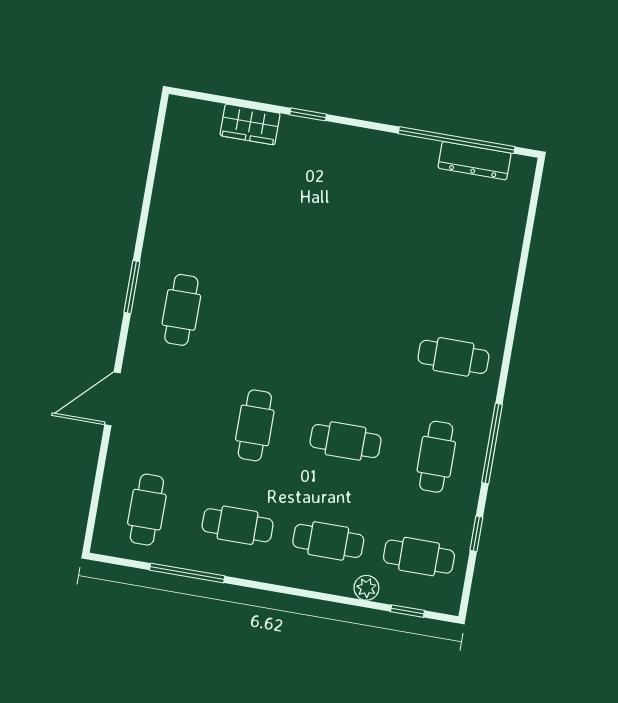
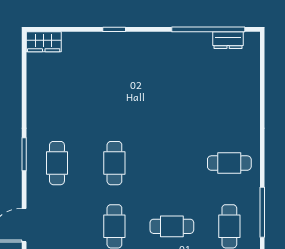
wardrobe: (250, 124) -> (44, 42), moved
dresser: (474, 161) -> (228, 40), width x0.70
cafe table: (272, 326) -> (114, 163), added

